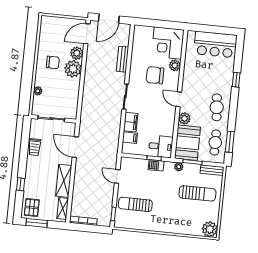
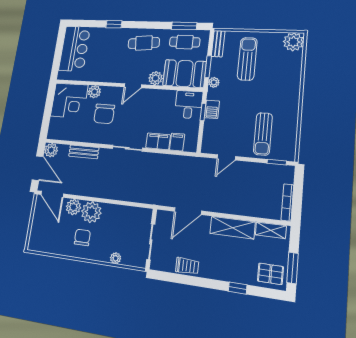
plant: (124, 30) -> (51, 150), added

